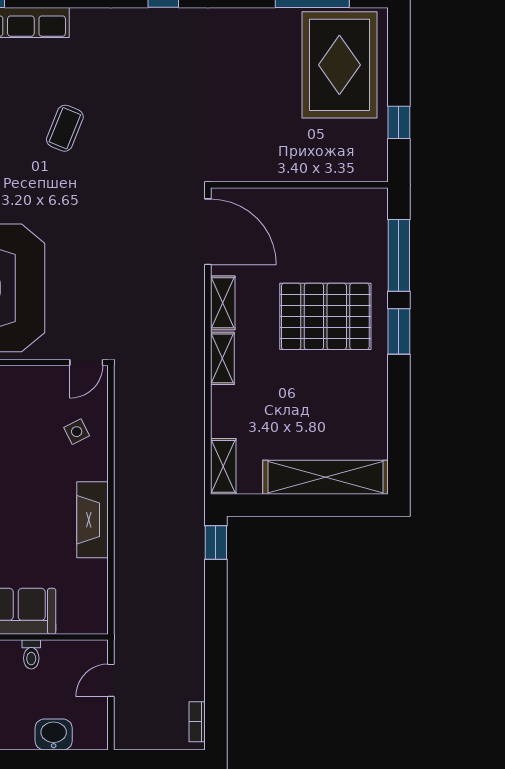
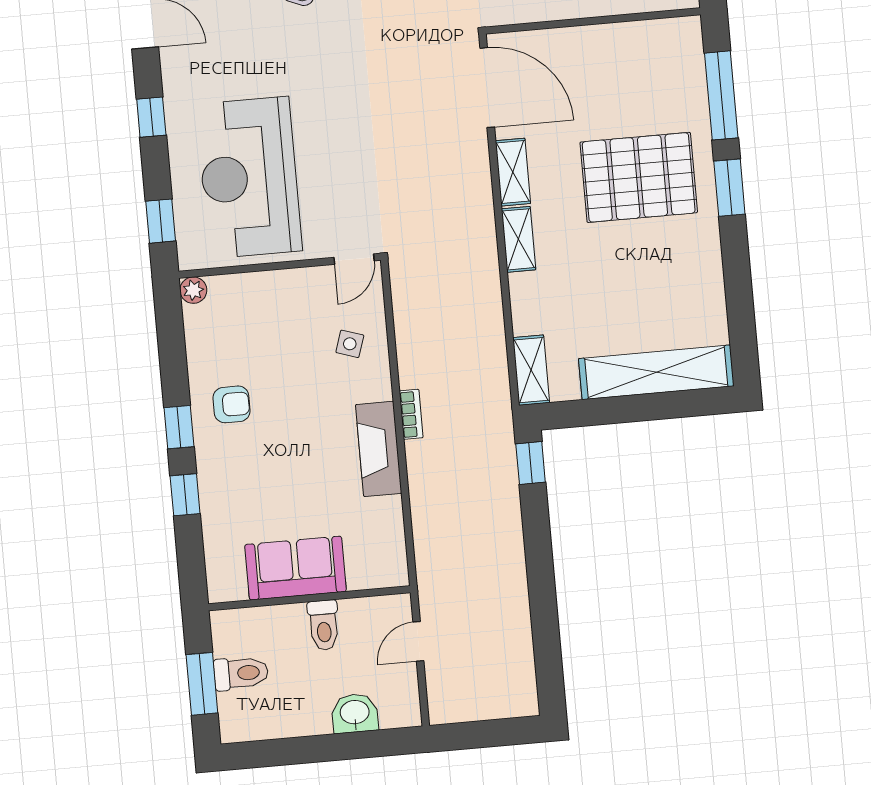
side table: (77, 432) -> (350, 344), turned 45
toilet: (31, 654) -> (324, 625), width x1.37, depth x1.39
bookcase: (197, 722) -> (411, 414), moved, turned 180

